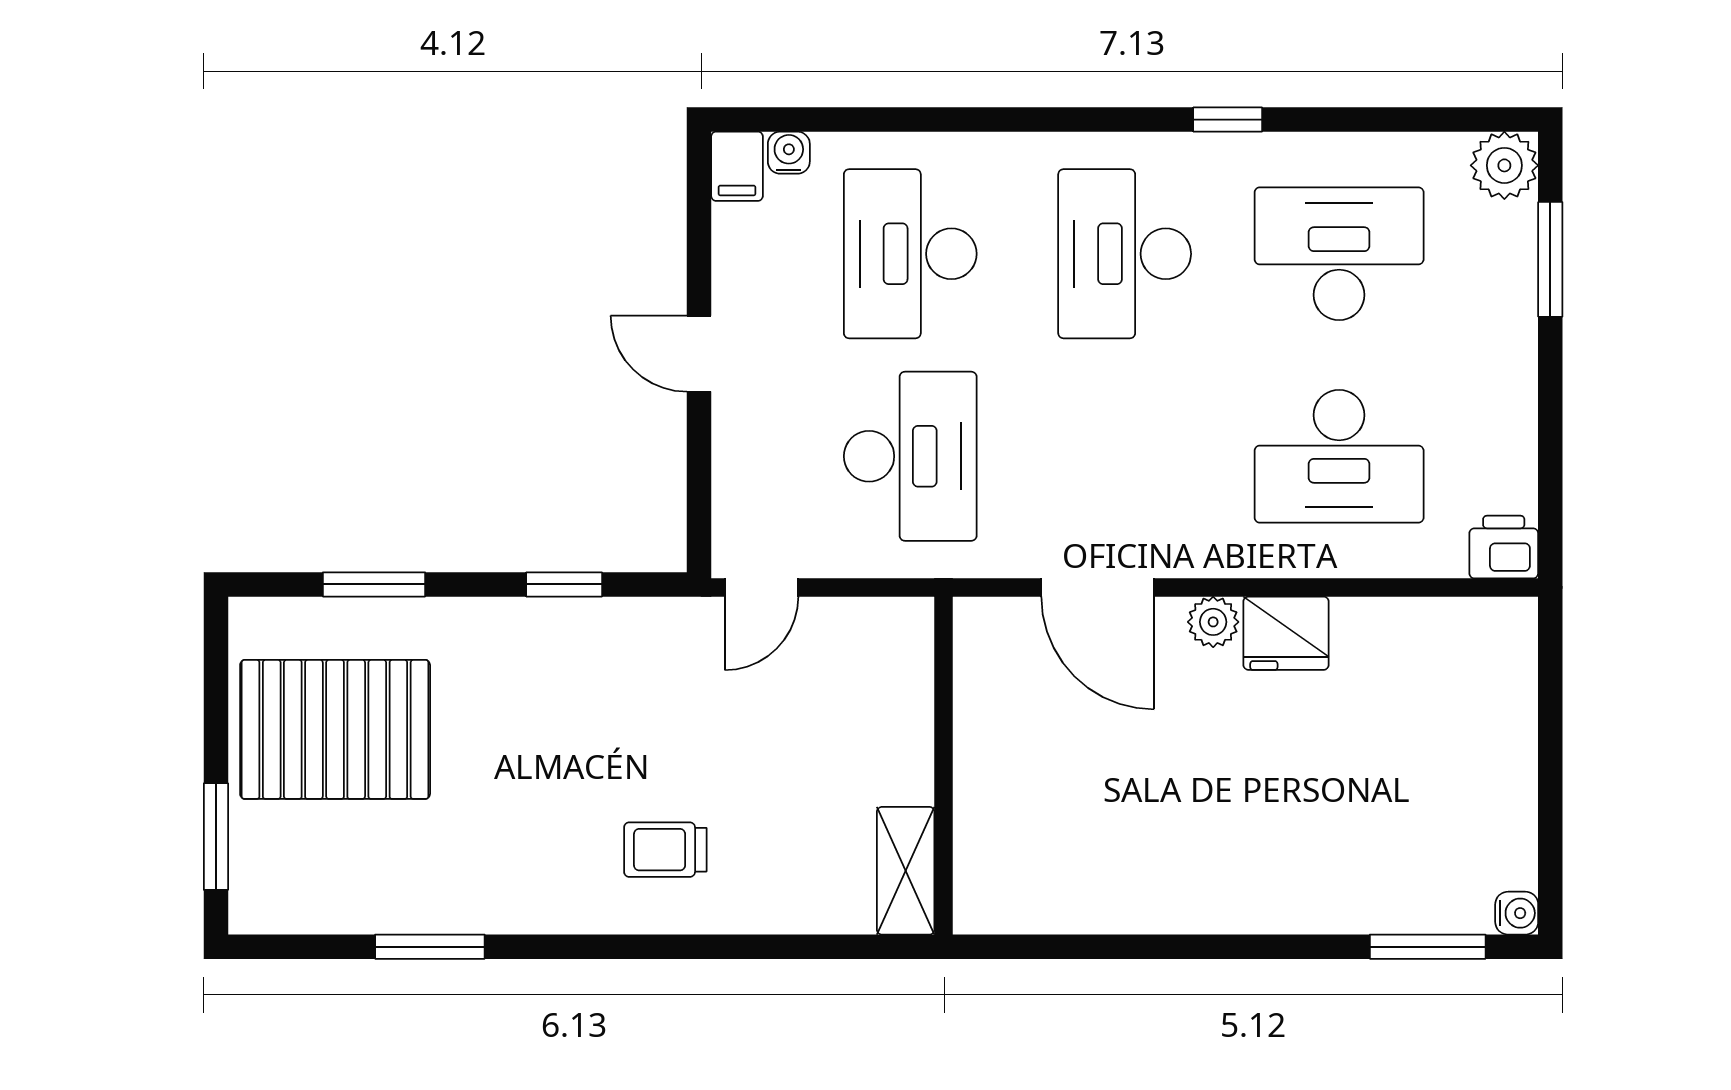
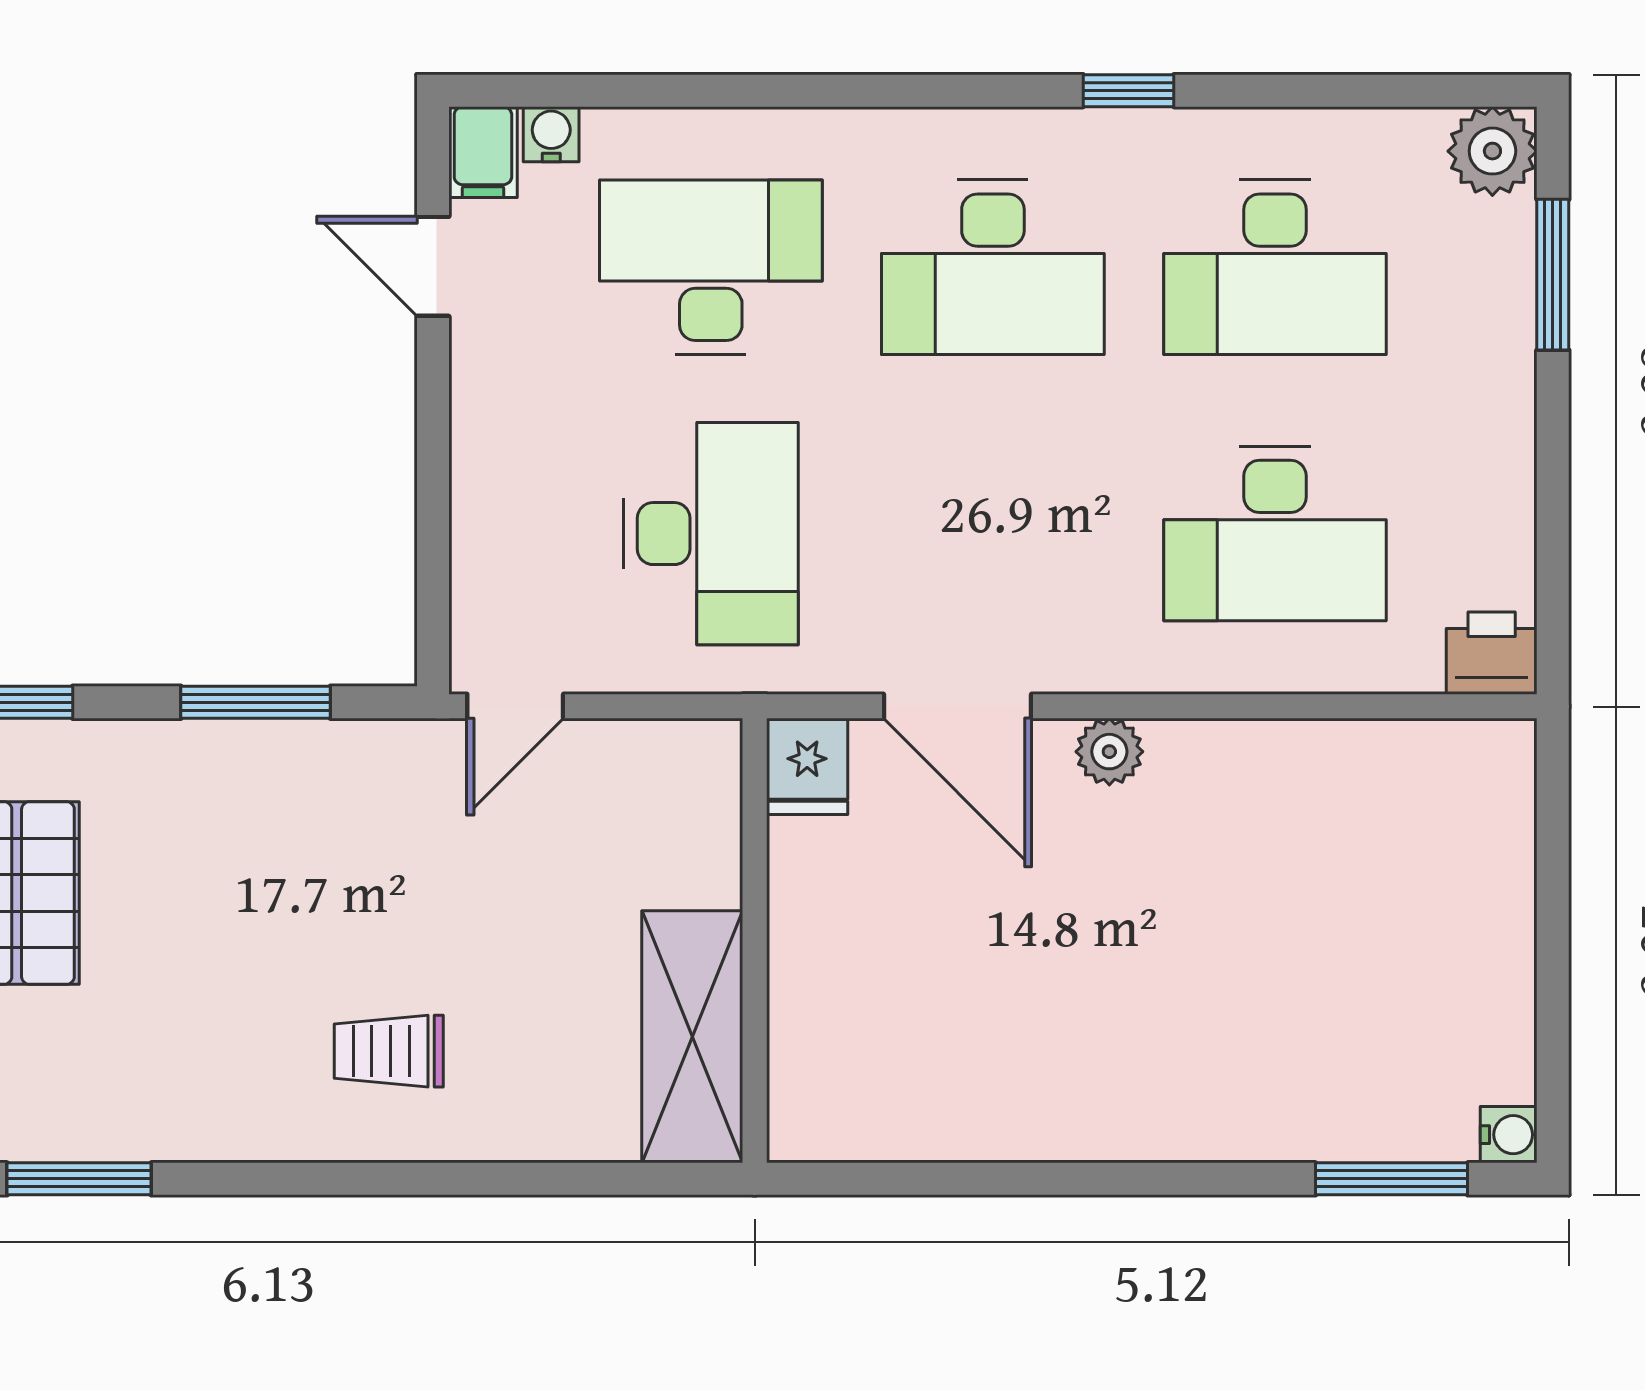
desk: (910, 254) -> (711, 267), turned 90
desk: (1125, 254) -> (993, 267), turned -90
desk: (1339, 254) -> (1275, 267), turned 180
door: (699, 354) -> (433, 266), moved
window: (564, 584) -> (256, 702), width x1.50
fridge: (1286, 633) -> (807, 766), moved, width x0.72
shelving: (906, 871) -> (692, 1037), width x1.50, depth x1.33

